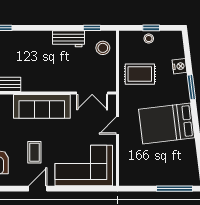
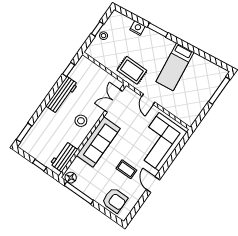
workbench: (68, 39) -> (62, 95), width x1.38
stool: (103, 48) -> (81, 121), moved
rug: (140, 74) -> (132, 70), moved, turned 90
double door: (92, 93) -> (114, 101), swing flipped
bed: (167, 123) -> (175, 67), width x0.67

